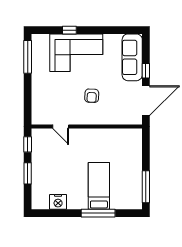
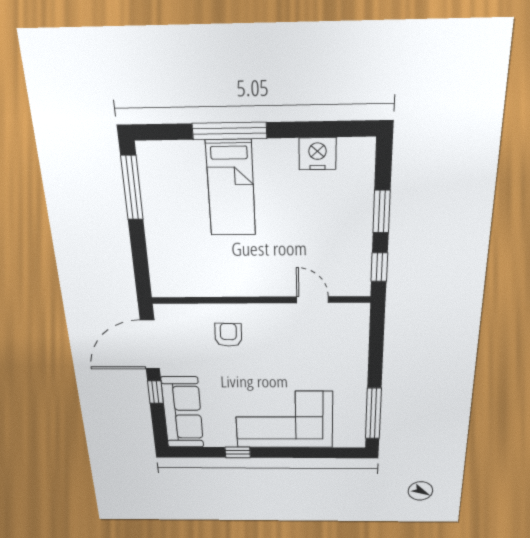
window: (69, 30) -> (238, 452), moved
armchair: (92, 96) -> (228, 335), moved

